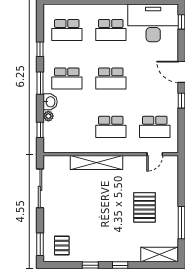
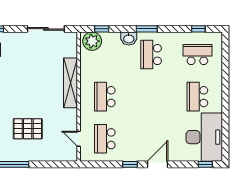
school desk: (67, 30) -> (197, 55), turned 90
window: (40, 49) -> (198, 29), moved
school desk: (111, 78) -> (151, 97), removed
plant: (48, 116) -> (92, 41), moved, width x1.88, depth x1.88

